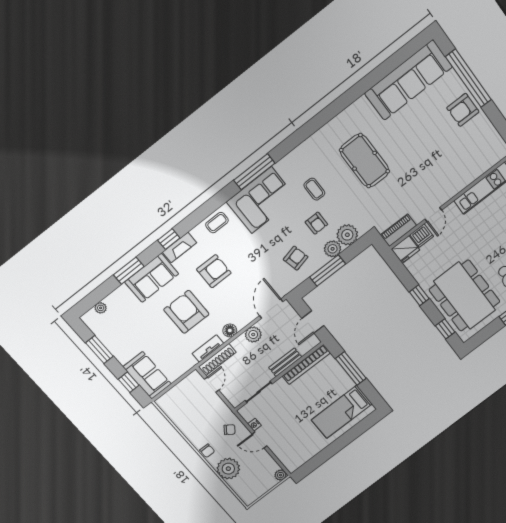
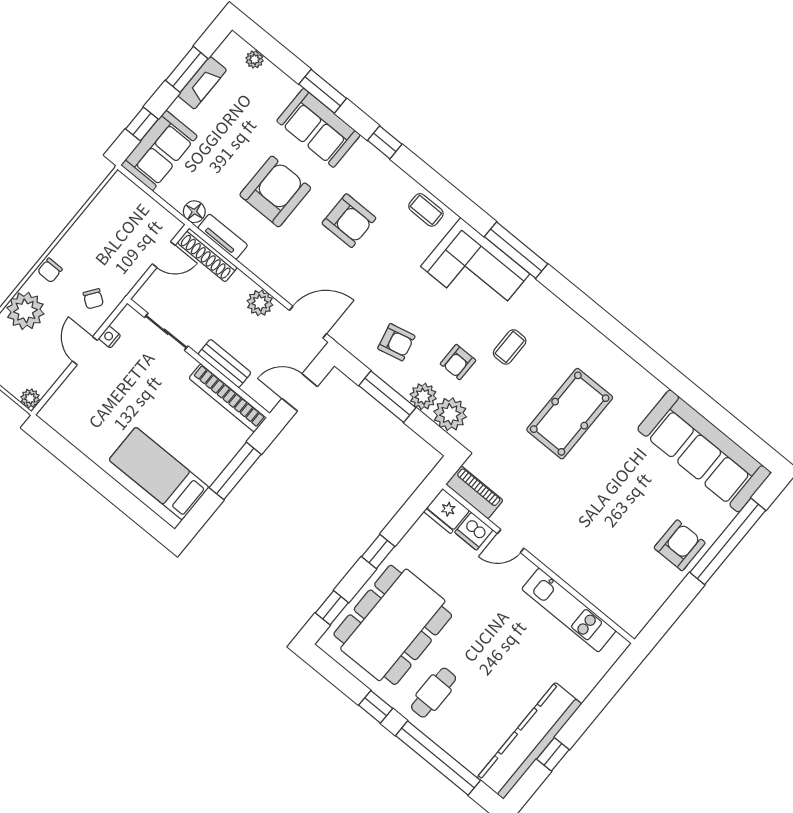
armchair: (463, 110) -> (680, 545), turned 90
fireplace: (179, 247) -> (202, 83), moved, turned -90
floor lamp: (230, 330) -> (194, 212), moved

